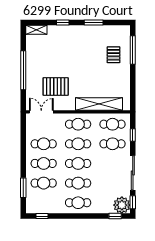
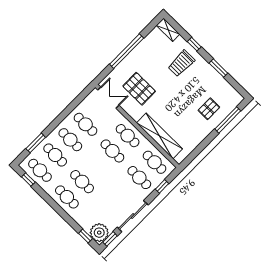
trolley: (67, 43) -> (181, 63), added
cafe table: (78, 163) -> (40, 170), moved

